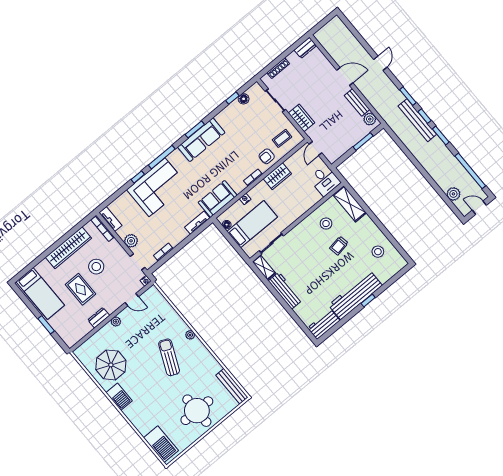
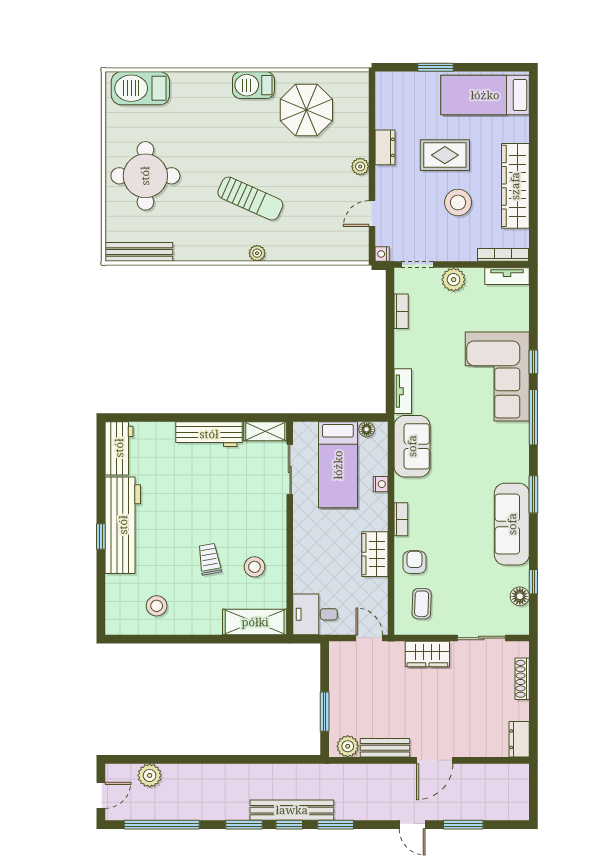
window: (362, 41) -> (463, 825), added
sofa: (201, 140) -> (512, 524), moved

